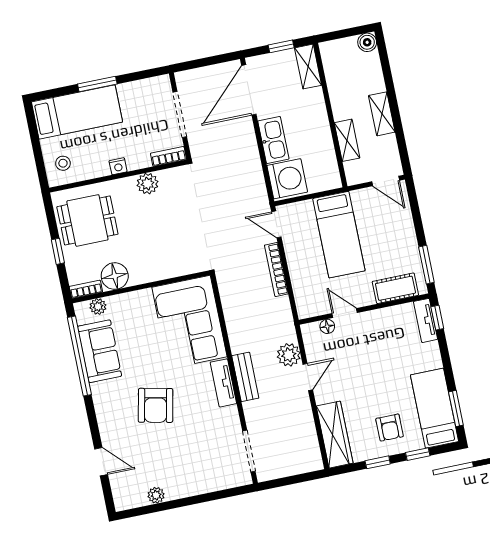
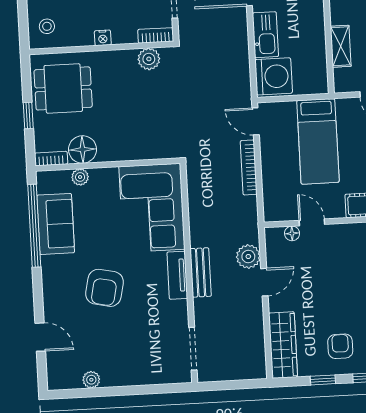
plant: (147, 184) -> (149, 59), moved
plant: (98, 307) -> (80, 177), moved
armchair: (390, 428) -> (340, 346), turned 180

